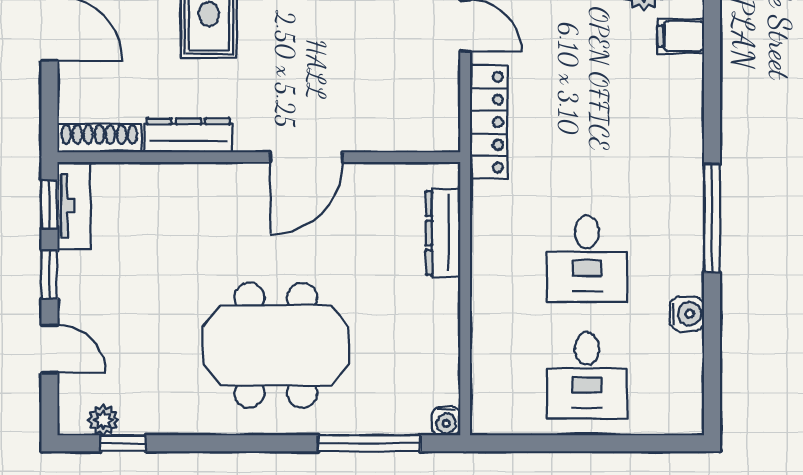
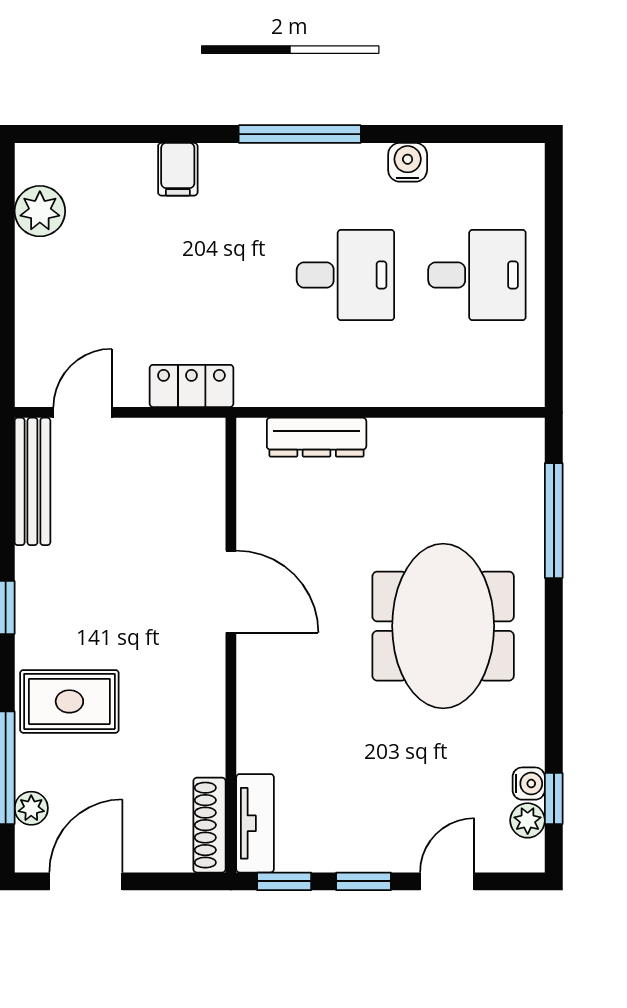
filing cabinet: (681, 36) -> (178, 169), moved
locker: (489, 122) -> (191, 386), width x0.66
dresser: (188, 135) -> (206, 725), removed
tv unit: (74, 206) -> (255, 823), moved, turned 90
water cooler: (446, 421) -> (529, 784), moved

